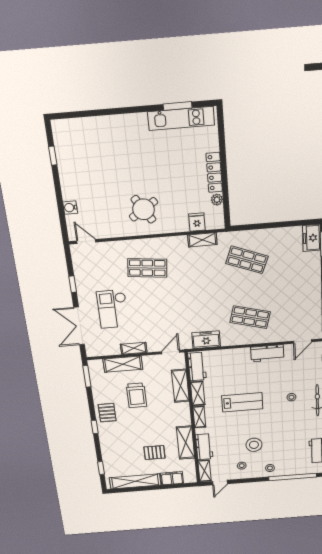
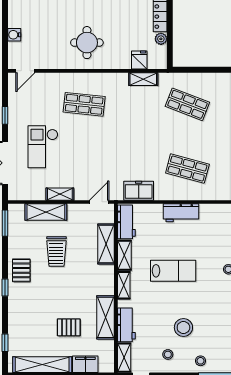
round table: (144, 209) -> (87, 43), turned 33
door: (86, 241) -> (25, 71), swing flipped
workbench: (267, 353) -> (181, 213), moved

